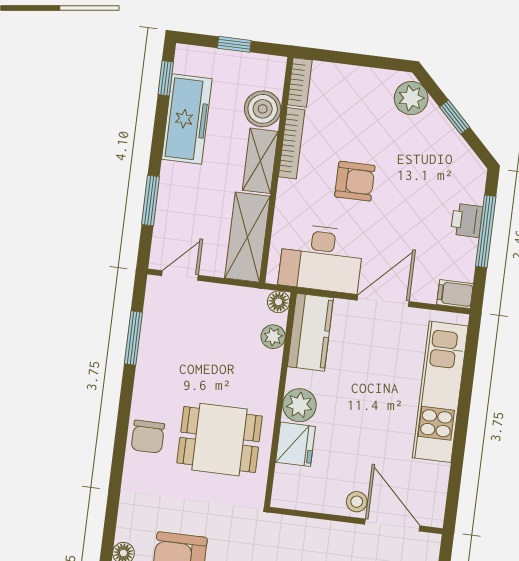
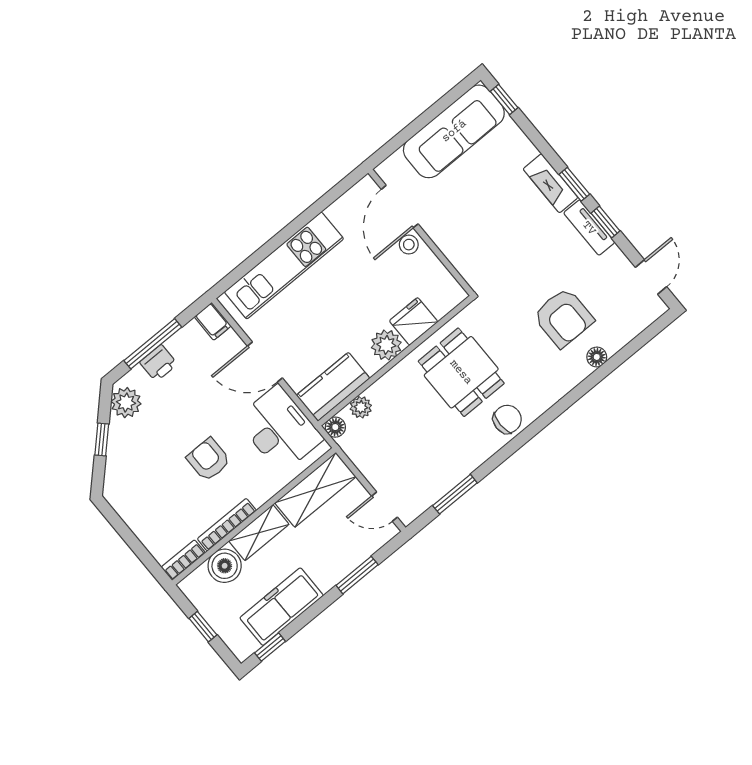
plant: (411, 98) -> (126, 403), moved

